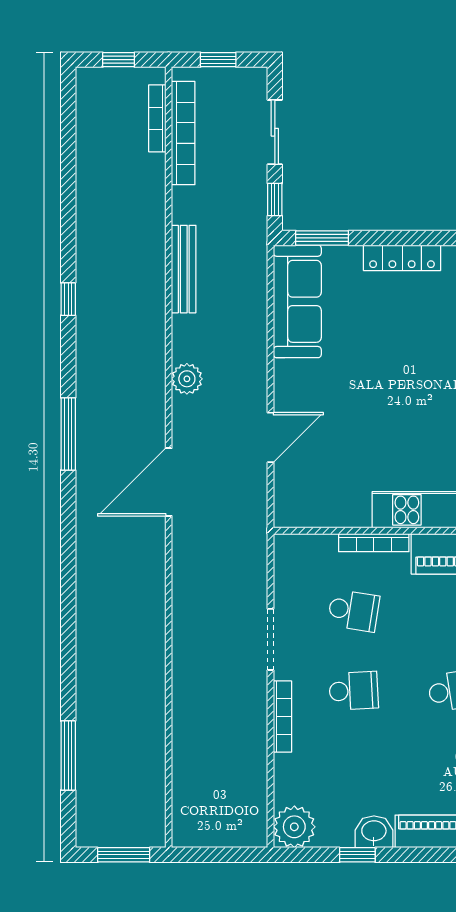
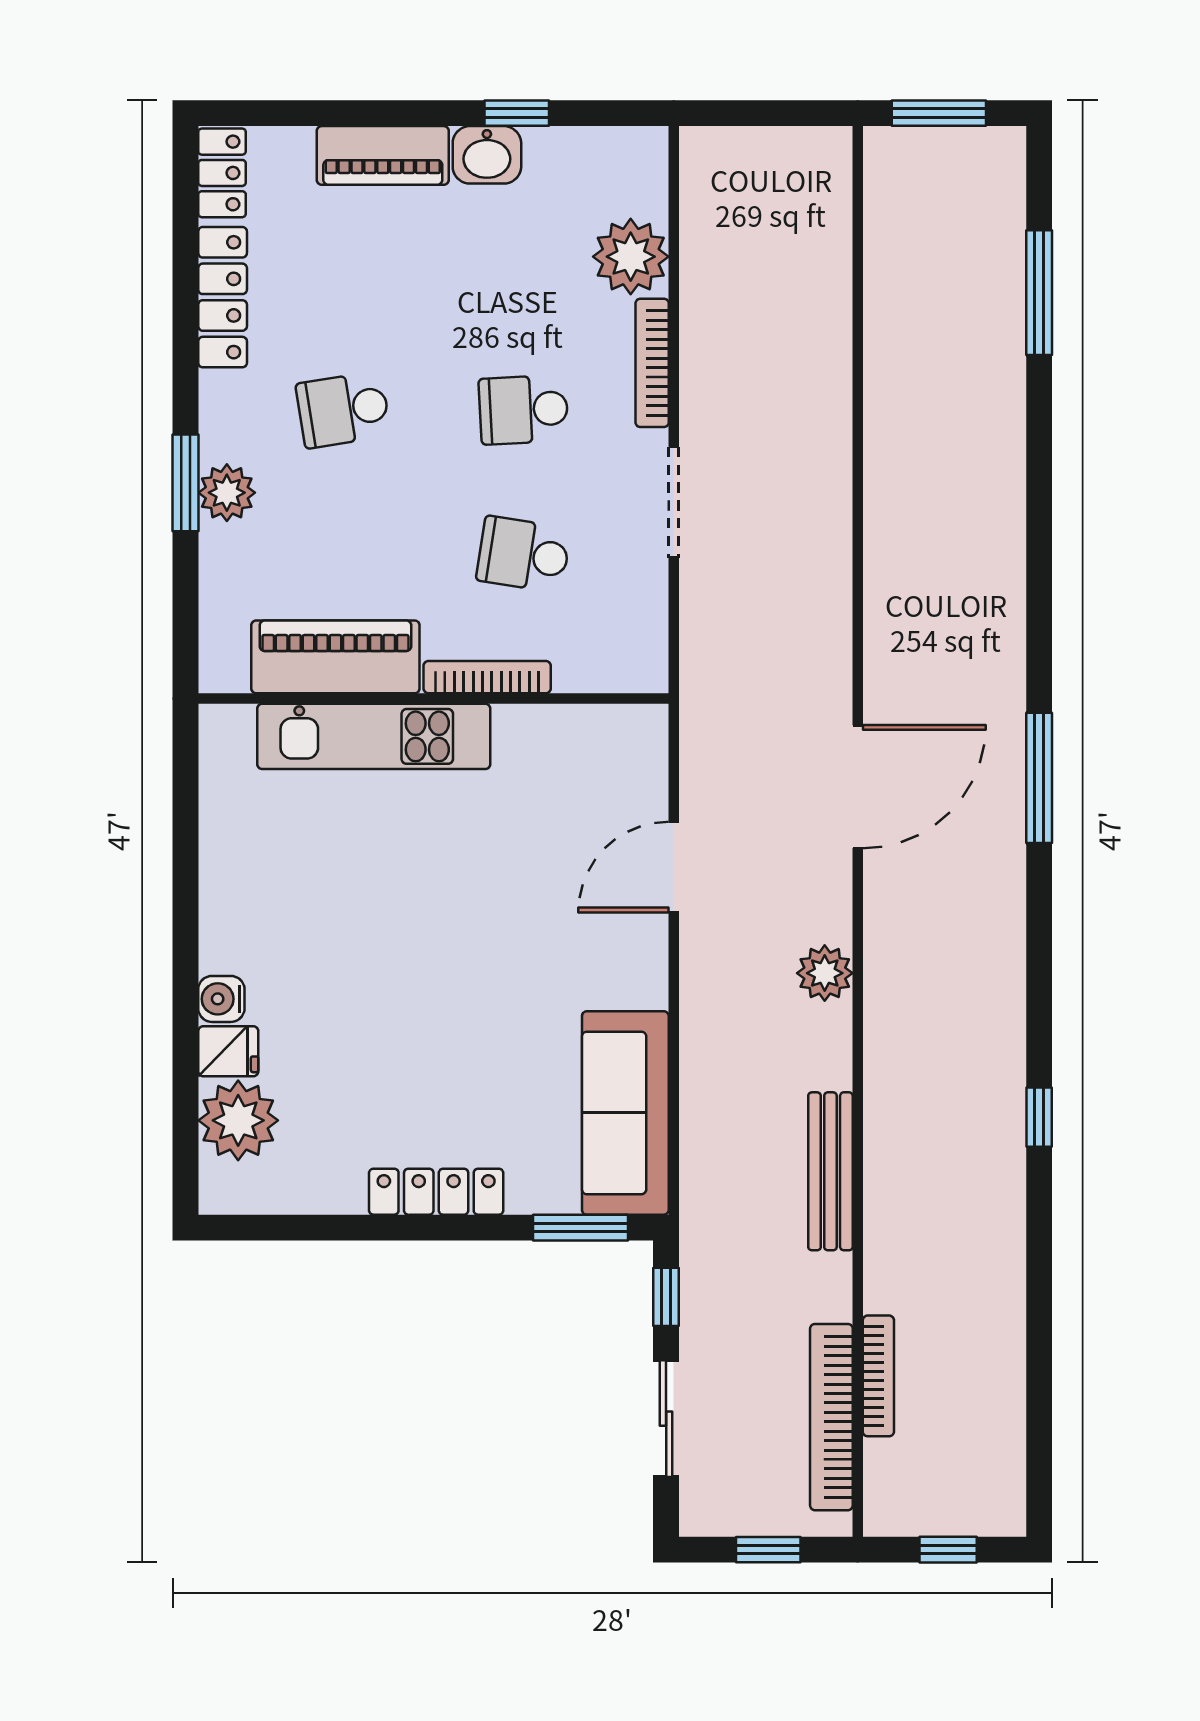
bookcase: (157, 118) -> (878, 1376), moved
window: (68, 434) -> (1039, 778), moved
plant: (294, 827) -> (631, 257), moved

